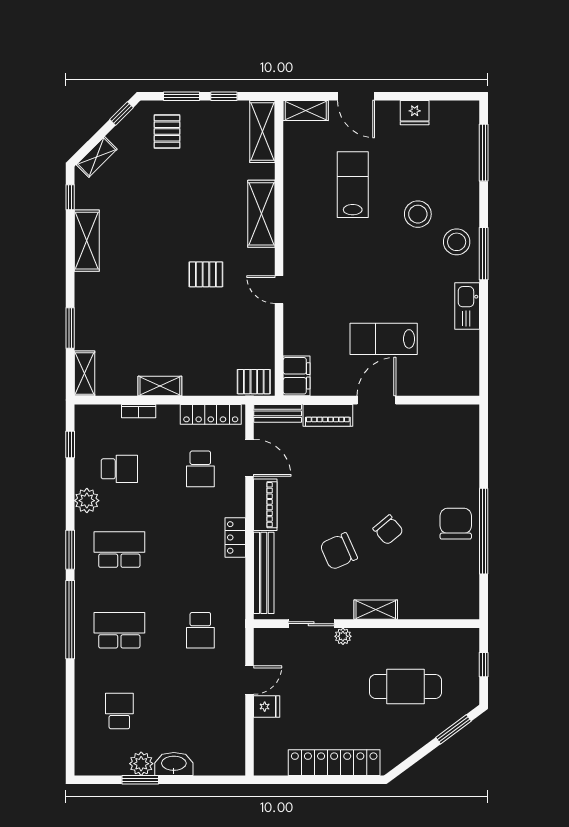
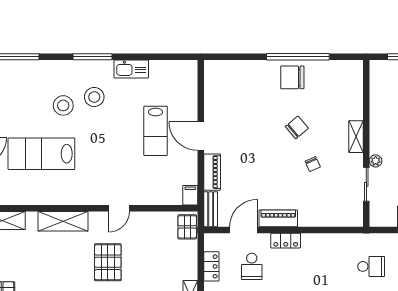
lab bench: (353, 185) -> (41, 154), width x1.36, depth x1.39
stool: (457, 242) -> (94, 97), moved
pallet: (206, 274) -> (108, 262), width x1.50, depth x1.42
filing cabinet: (297, 376) -> (190, 195), width x0.50
locker: (211, 414) -> (211, 266), width x0.66
school desk: (200, 469) -> (252, 266), turned 90
locker: (235, 537) -> (286, 241), moved
chair: (339, 551) -> (313, 164), width x0.54, depth x0.54
bench: (264, 573) -> (329, 219), removed

